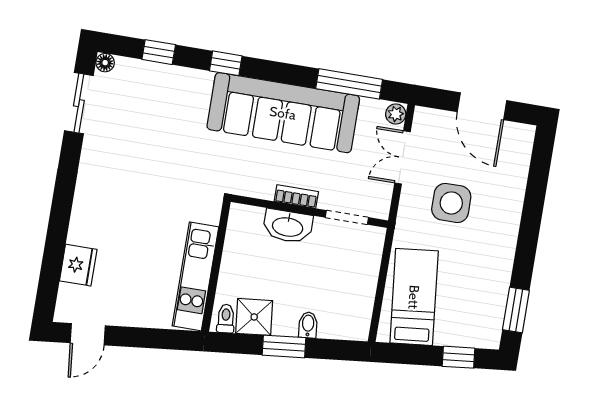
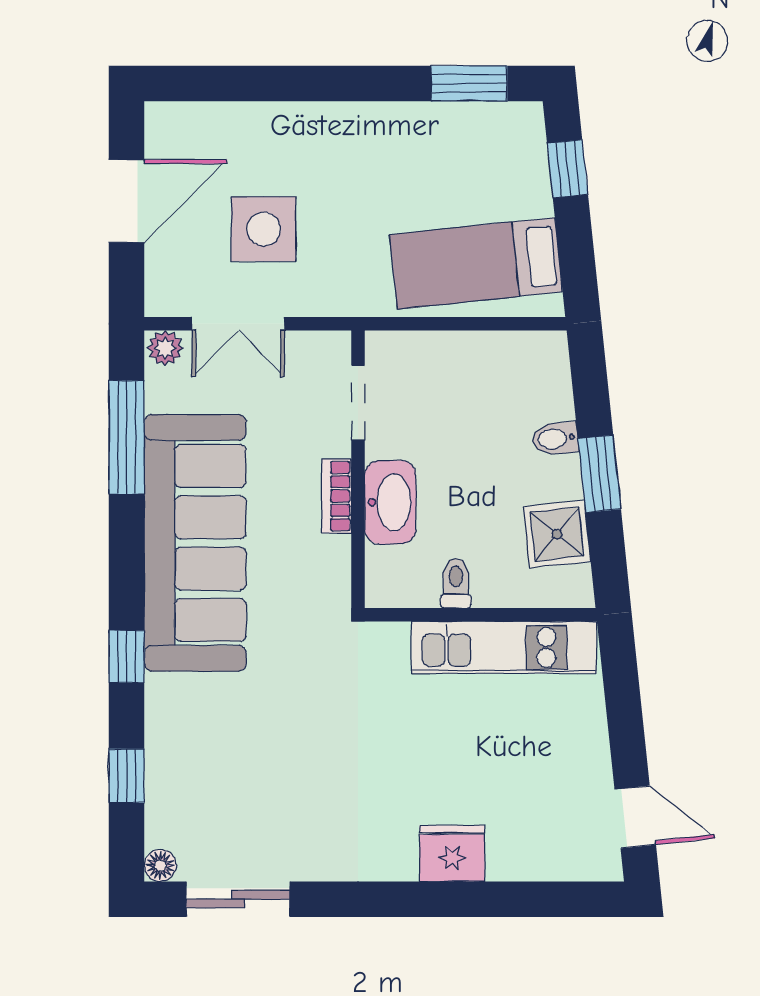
side table: (451, 203) -> (264, 229), moved
fridge: (78, 265) -> (452, 853), moved
toilet: (226, 319) -> (456, 583), moved, turned 96

